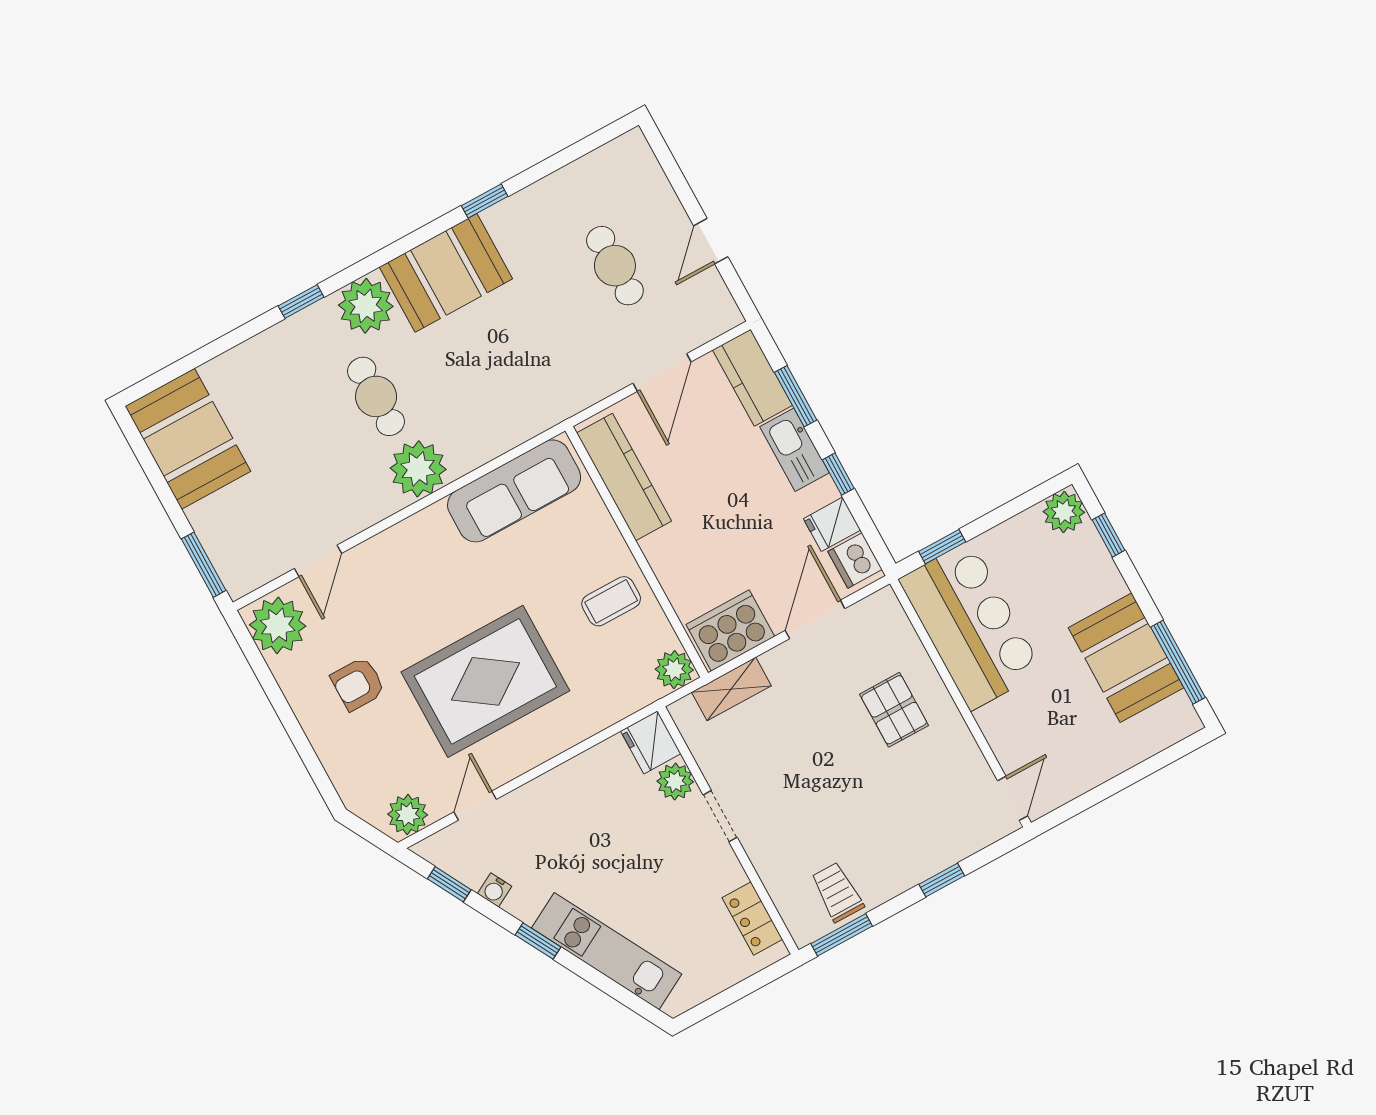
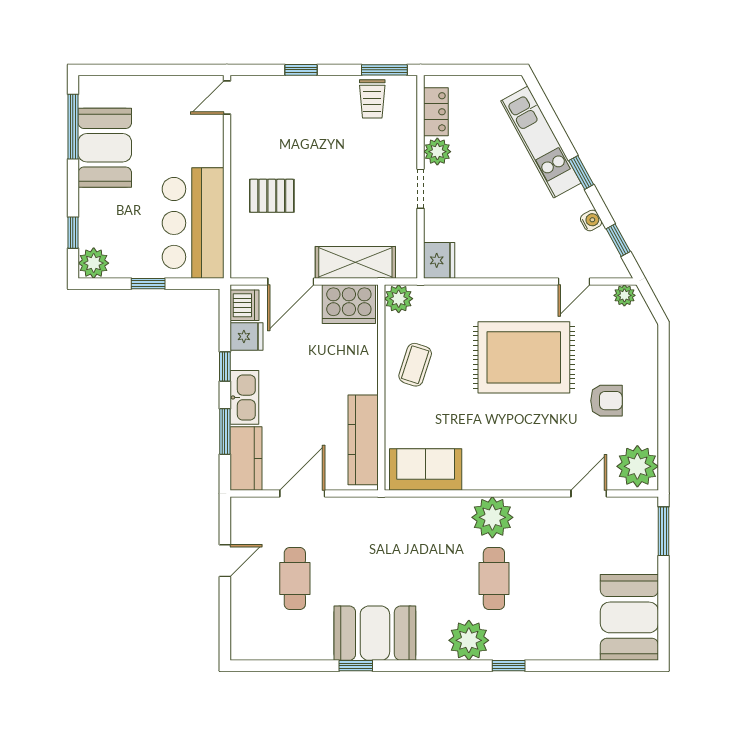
booth: (446, 273) -> (375, 633), moved
sofa: (514, 491) -> (426, 469), width x0.73
window: (942, 547) -> (148, 284), moved
coffee table: (611, 601) -> (415, 365), turned -72
shelving: (731, 689) -> (355, 262), width x1.50, depth x1.33
pallet: (894, 710) -> (272, 196), turned 90
plant: (675, 781) -> (437, 152), moved
plant: (408, 815) -> (624, 295), width x0.73, depth x0.73

